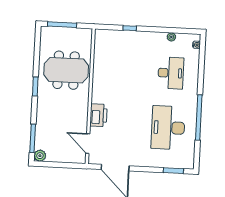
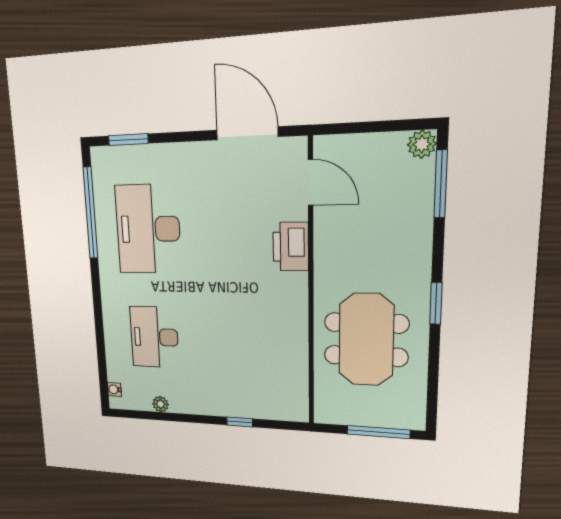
meeting table: (66, 70) -> (366, 340), turned 90
window: (199, 117) -> (90, 213), moved
desk: (168, 128) -> (148, 229), turned 180

